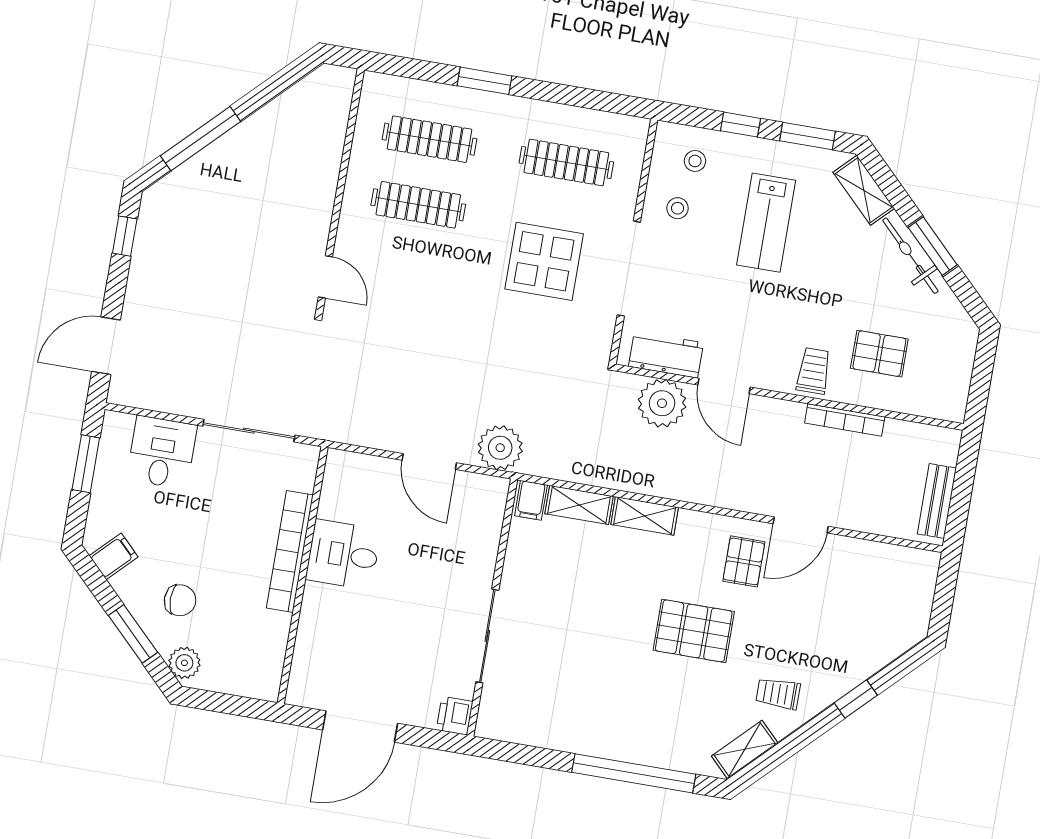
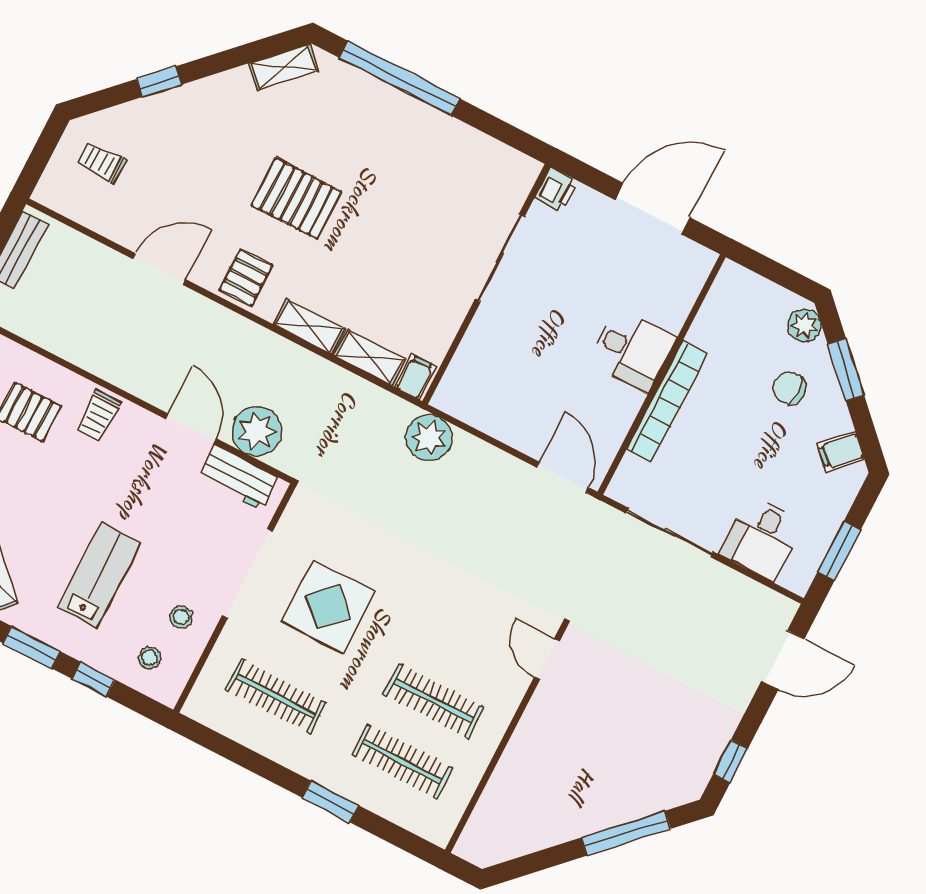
bookcase: (845, 420) -> (83, 358), removed
door: (429, 461) -> (562, 477), moved
desk: (343, 555) -> (632, 350), moved
pallet: (744, 561) -> (246, 278), moved
trolley: (778, 694) -> (102, 162), moved, turned 180

